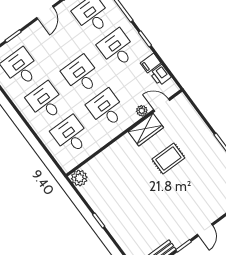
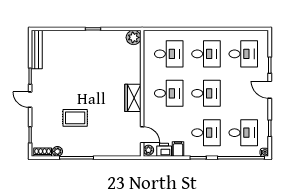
door: (45, 12) -> (270, 90), moved
door: (162, 105) -> (142, 135), hinge flipped
plant: (142, 111) -> (148, 150), moved
wardrobe: (146, 130) -> (133, 98), moved
rug: (168, 158) -> (75, 118), moved, turned 90

